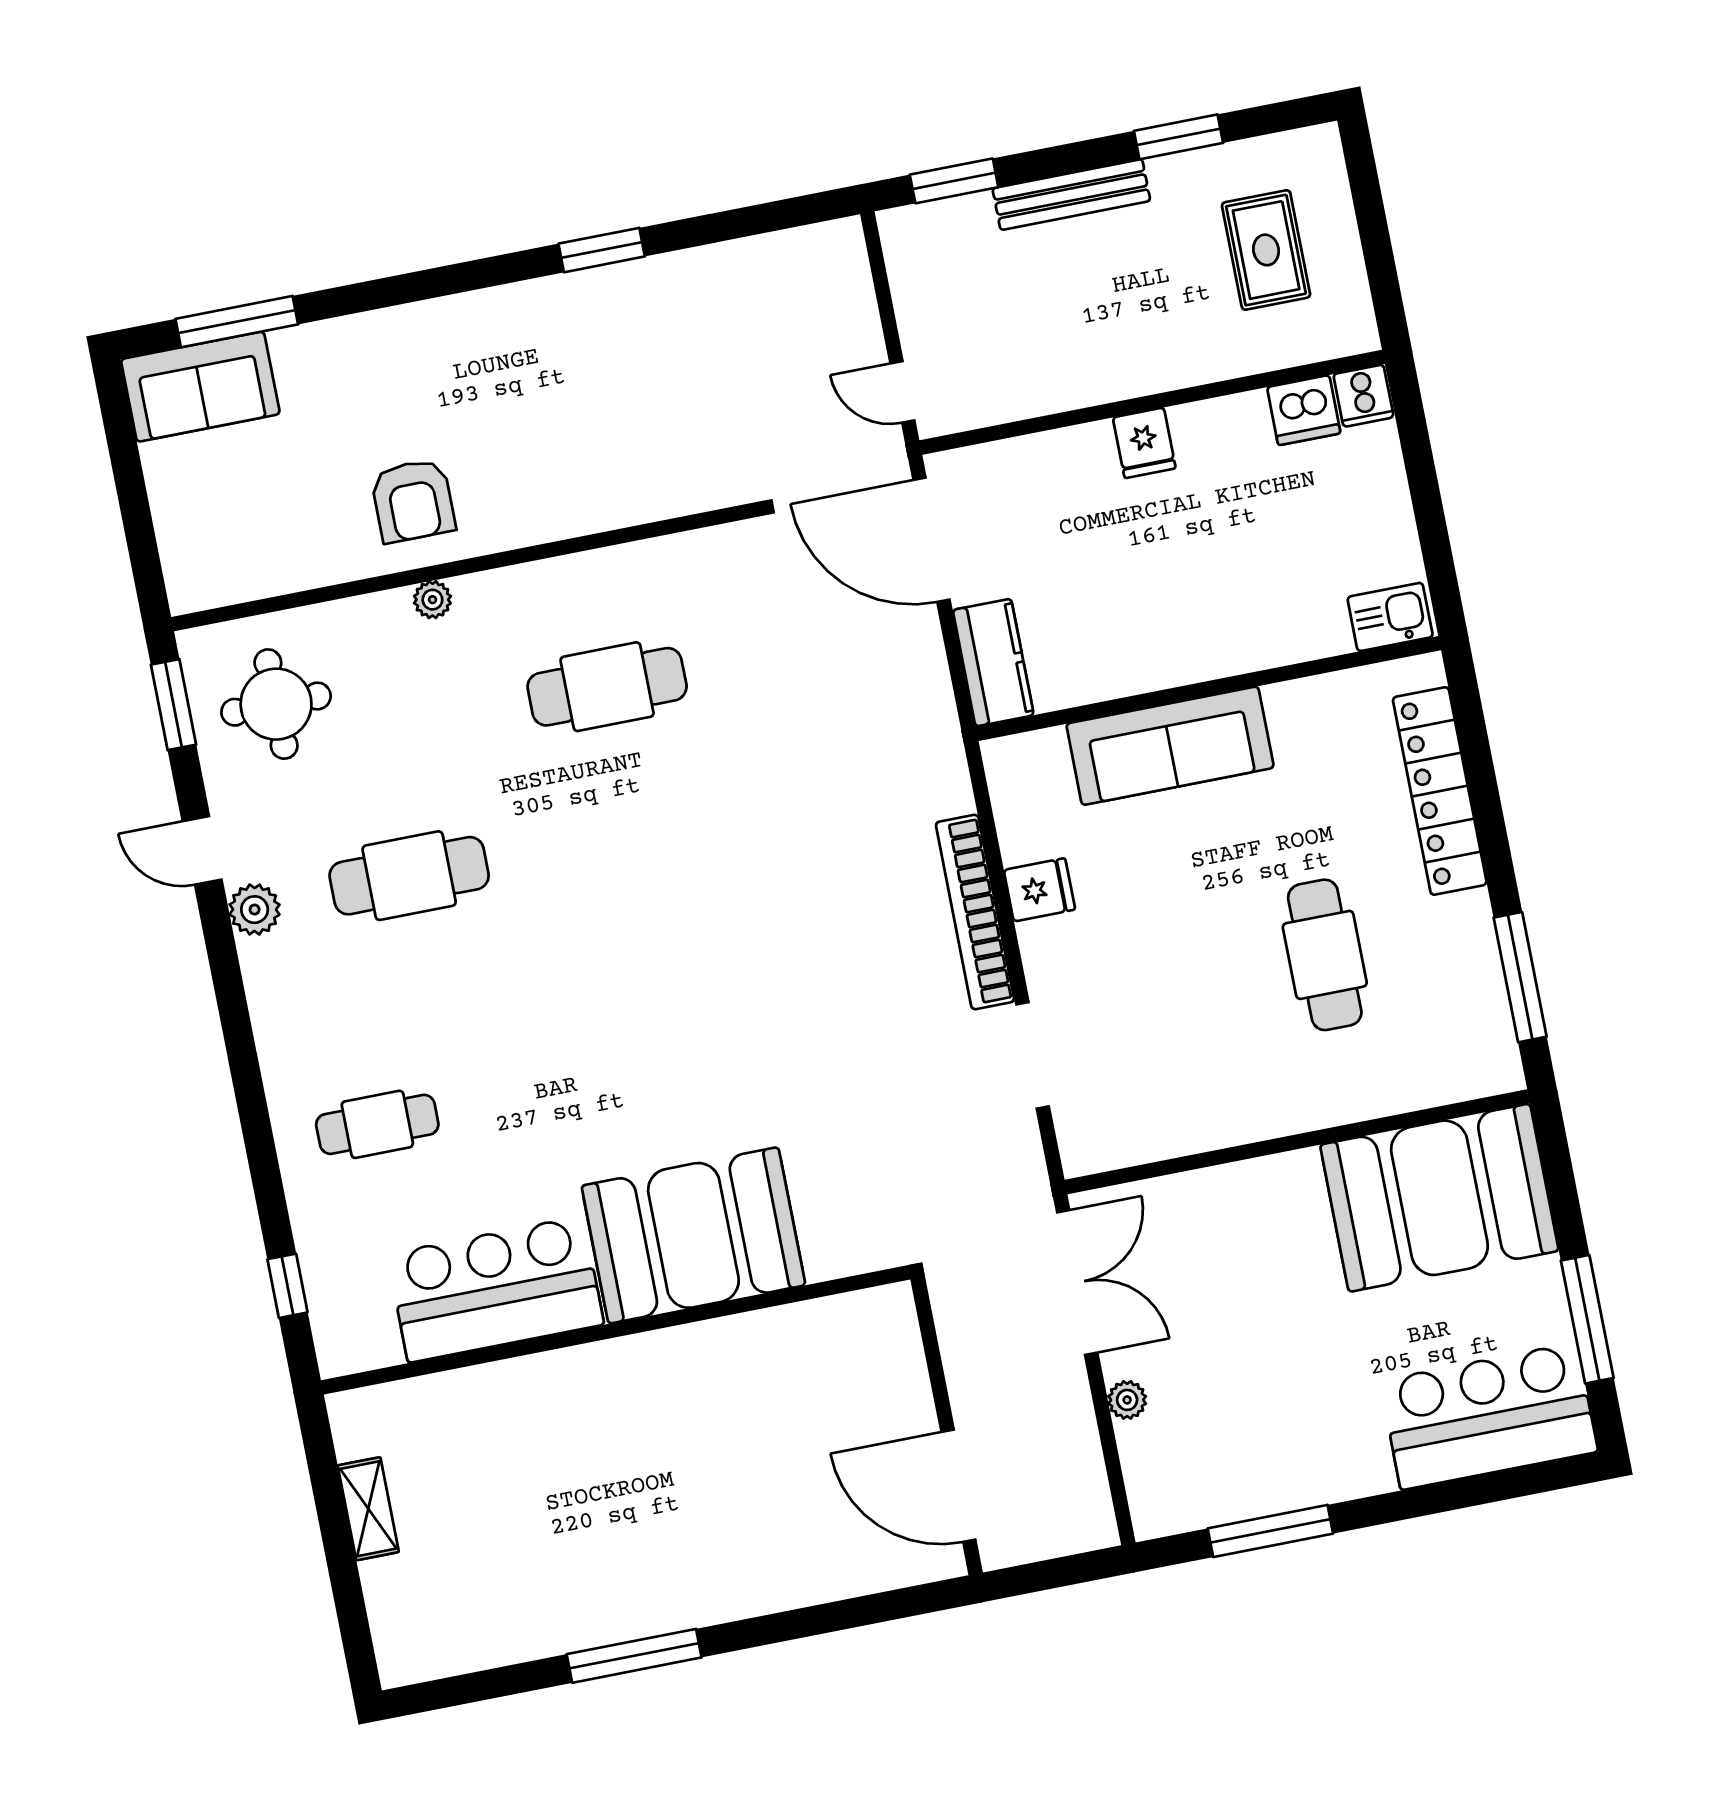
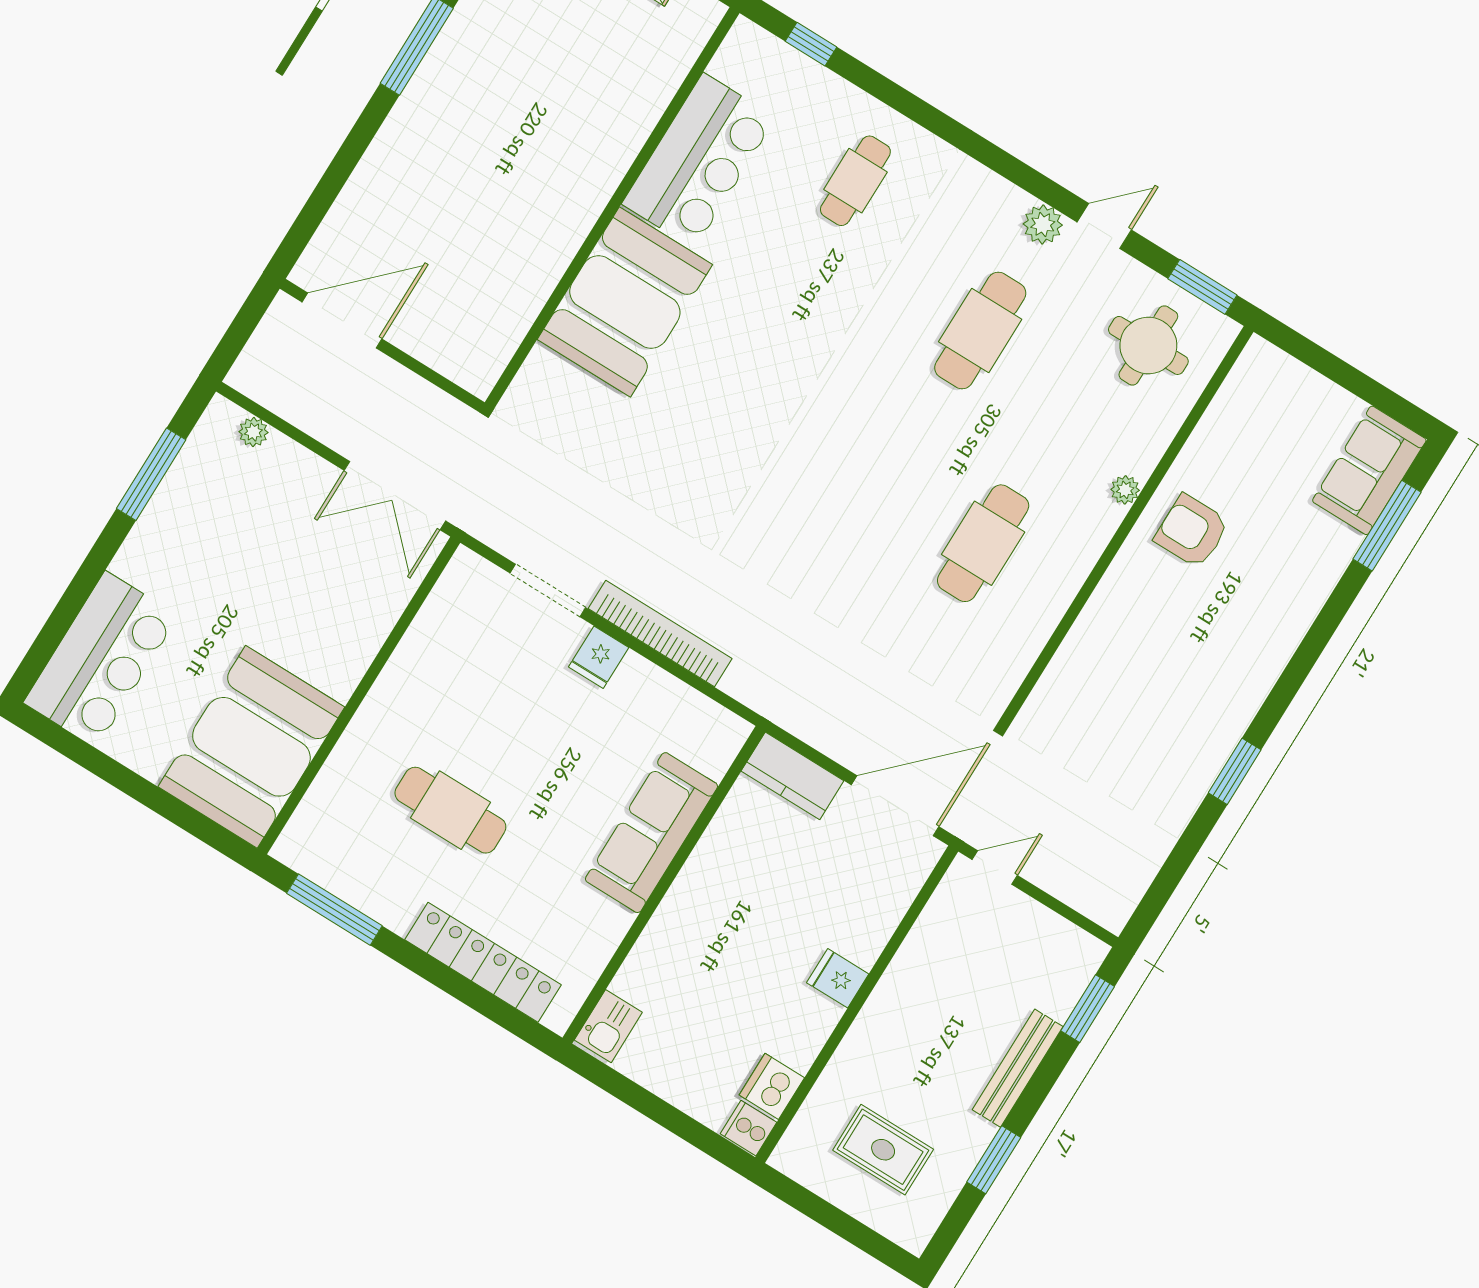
fridge: (1039, 890) -> (599, 657), moved
window: (1587, 1319) -> (104, 767), removed
plant: (1127, 1400) -> (253, 432), moved

